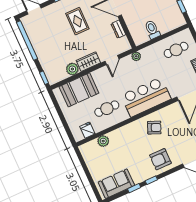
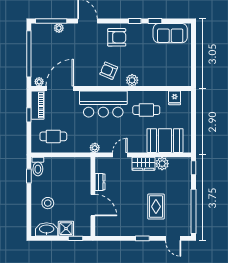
rug: (77, 21) -> (156, 207), moved
toilet: (152, 30) -> (38, 167), moved
plant: (103, 141) -> (132, 80), moved

